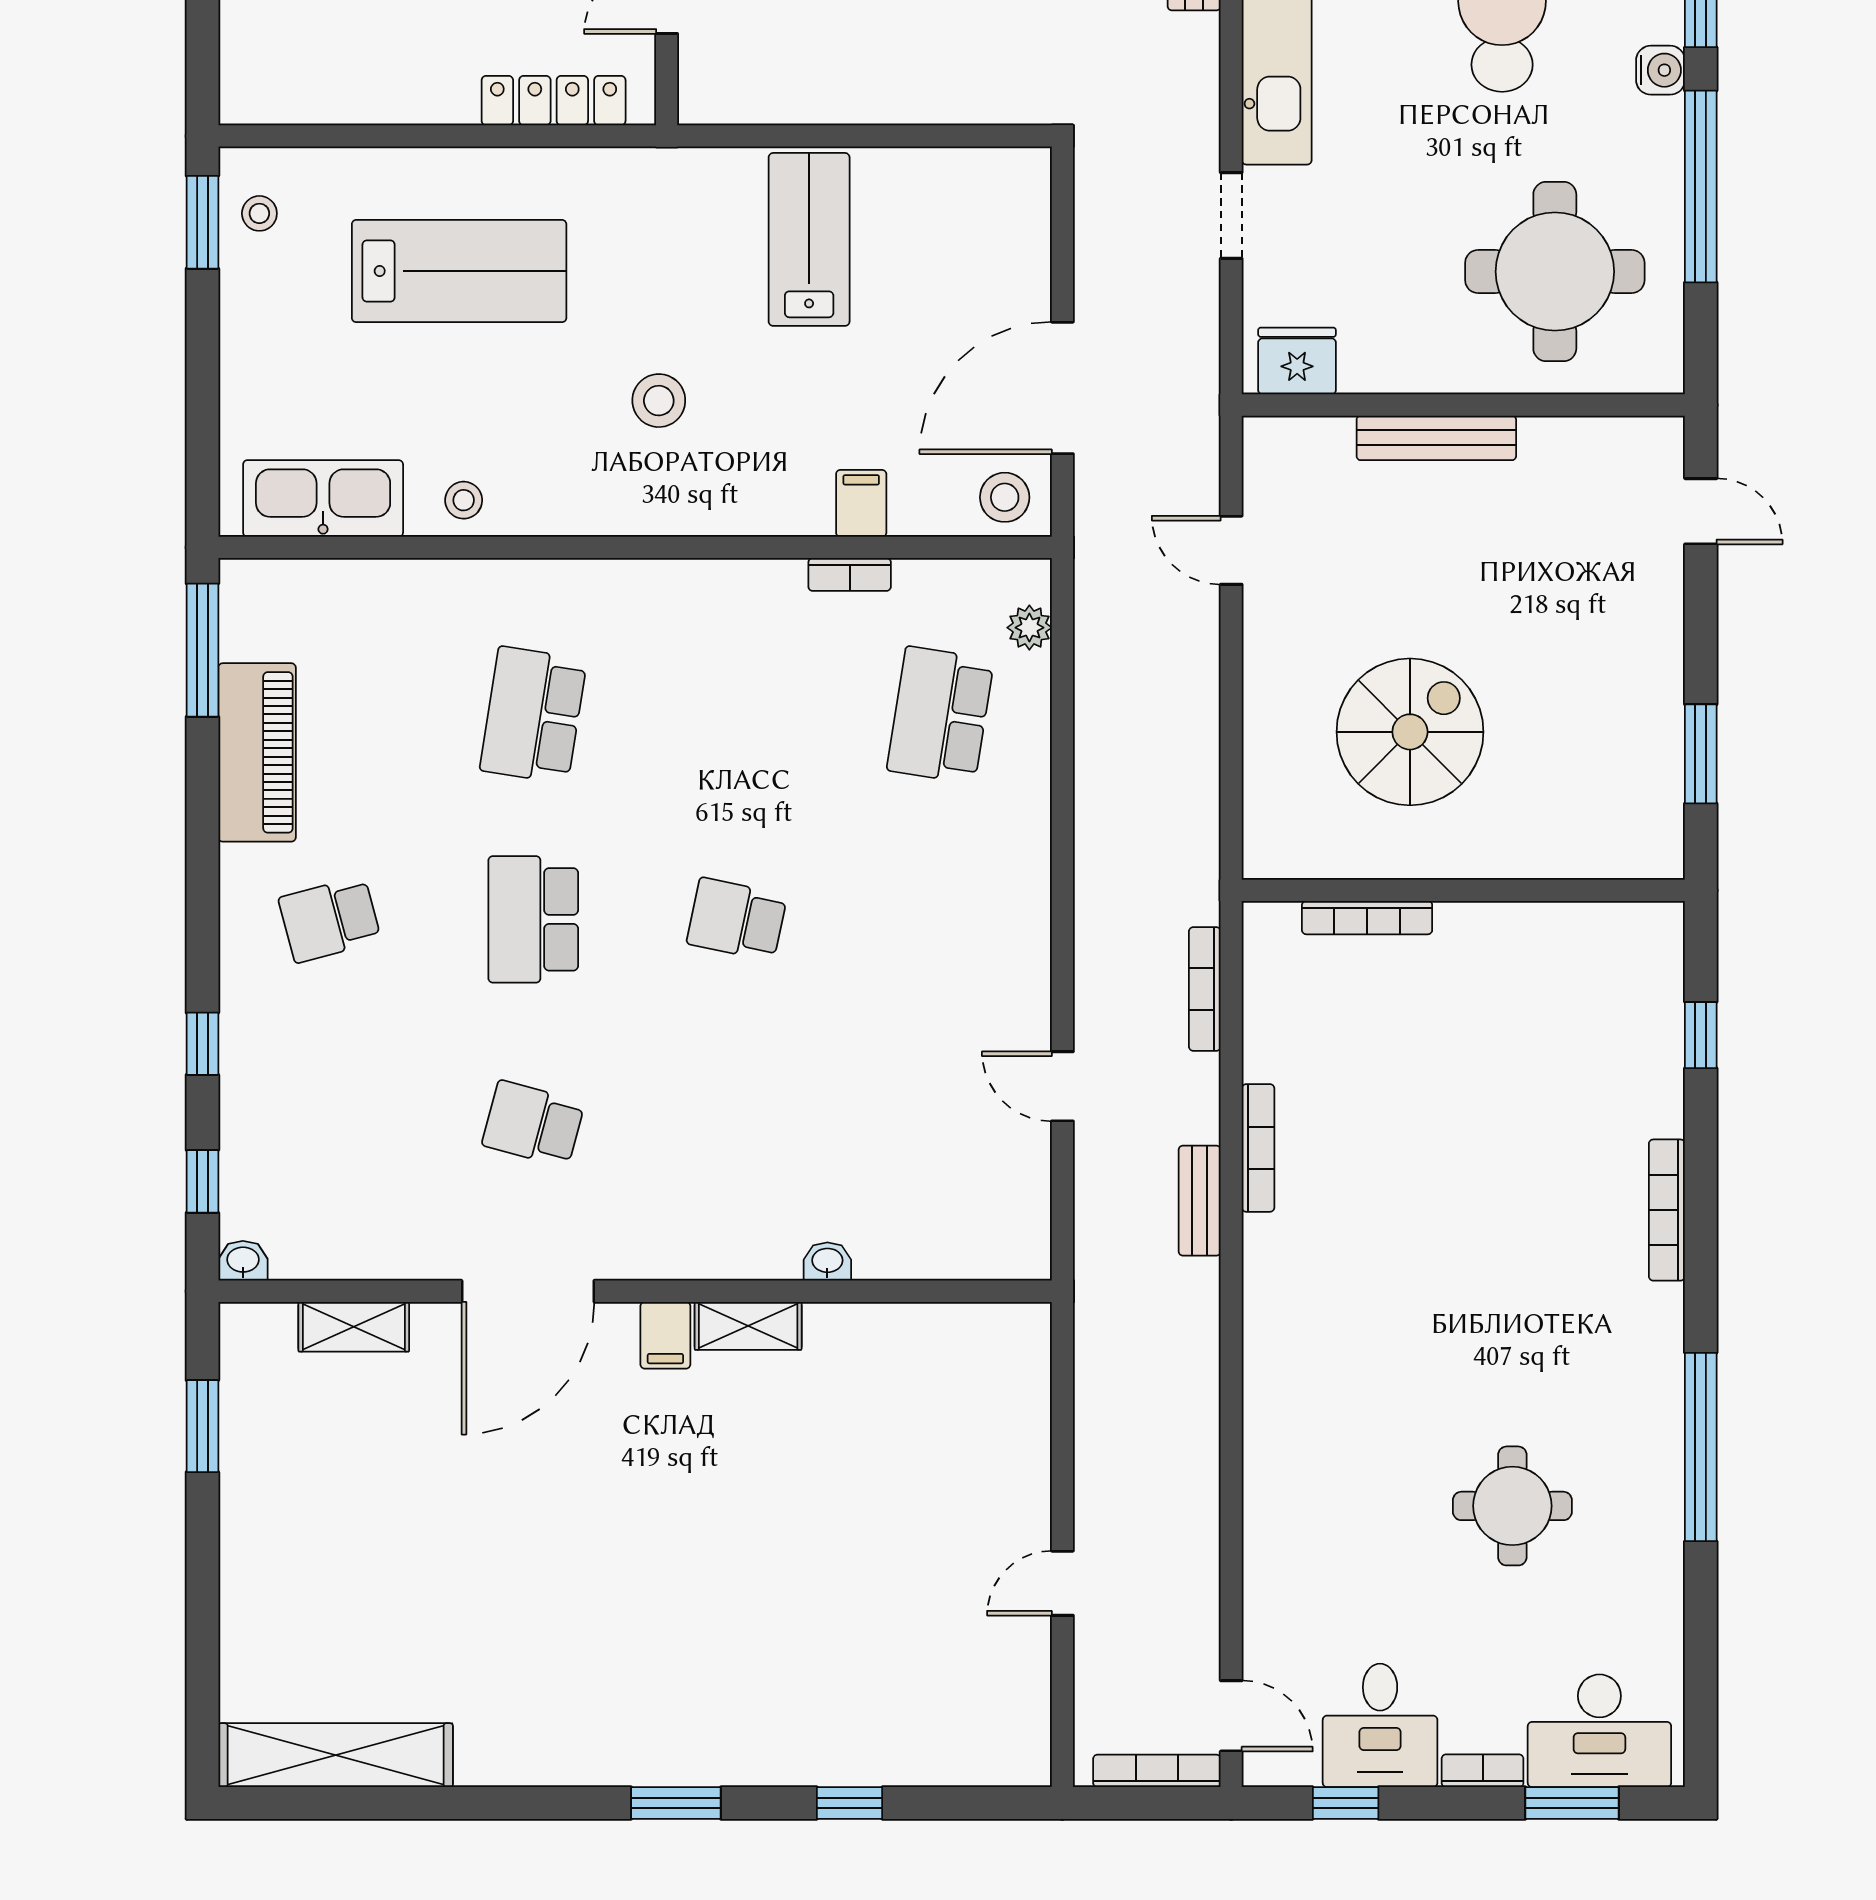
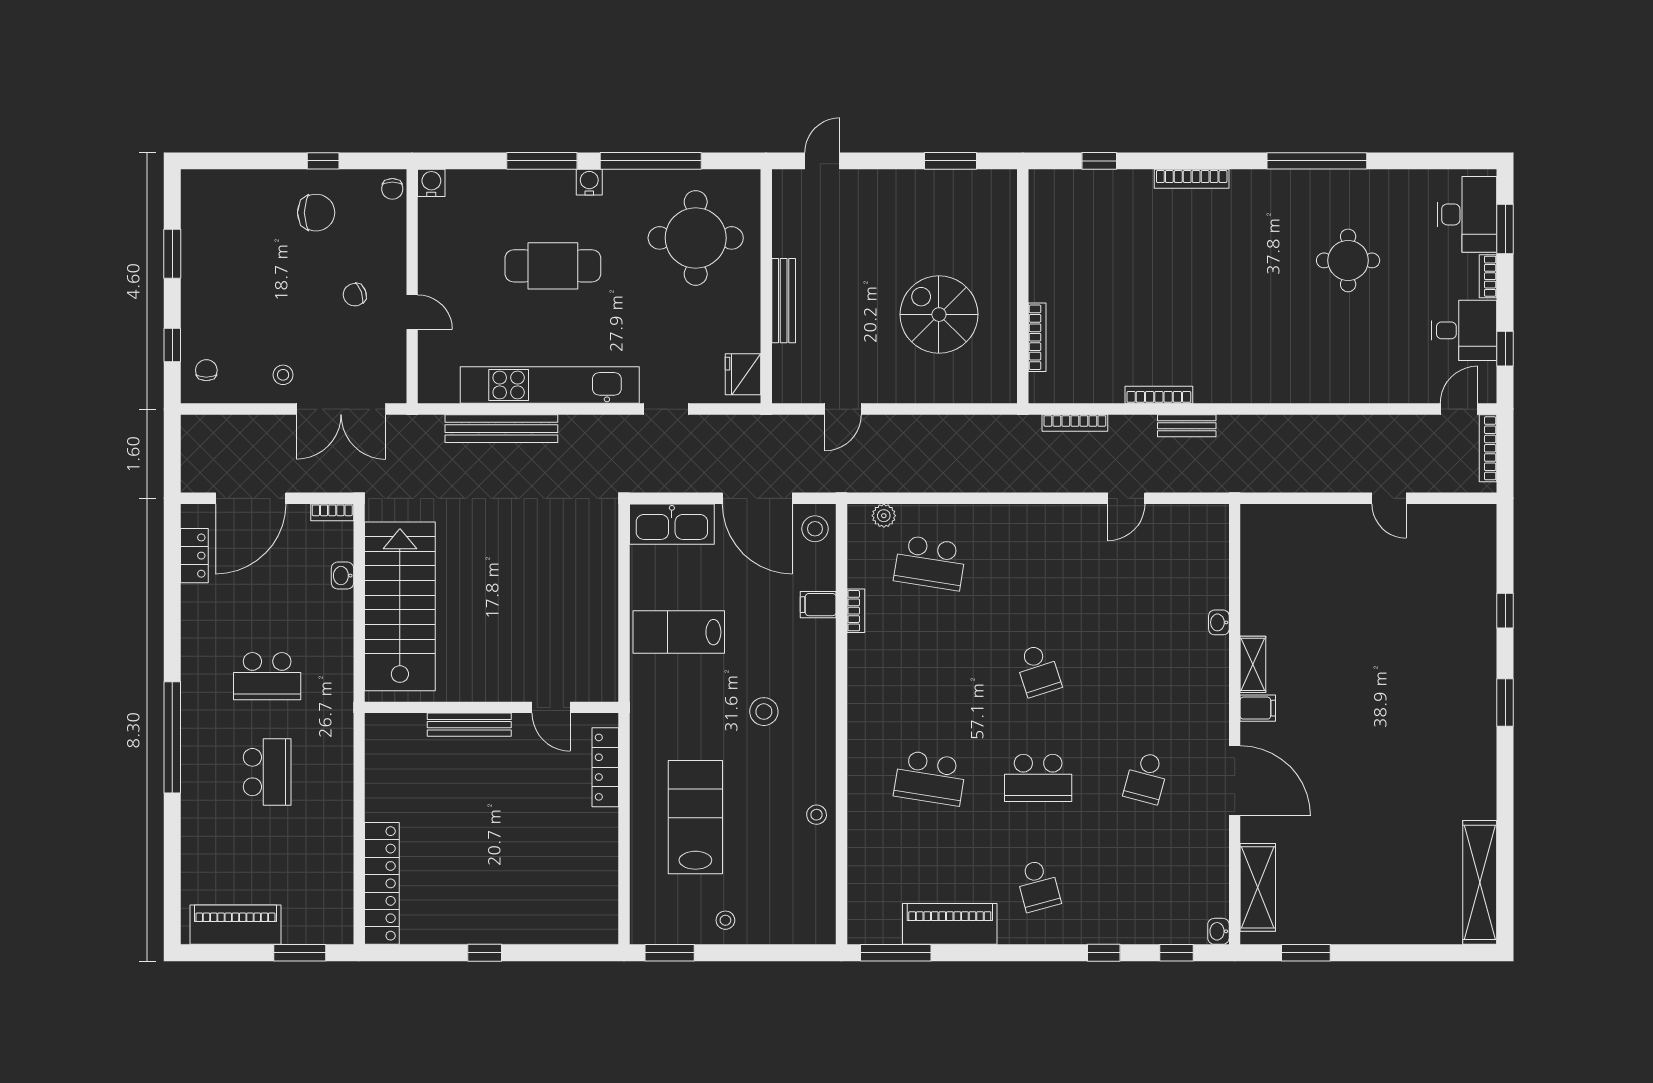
stool: (259, 213) -> (725, 920), moved
kitchen sink: (323, 498) -> (672, 524), moved, turned -90
school desk: (737, 919) -> (1038, 670), turned -30
shelving: (354, 1327) -> (1258, 887), width x1.50, depth x1.33

